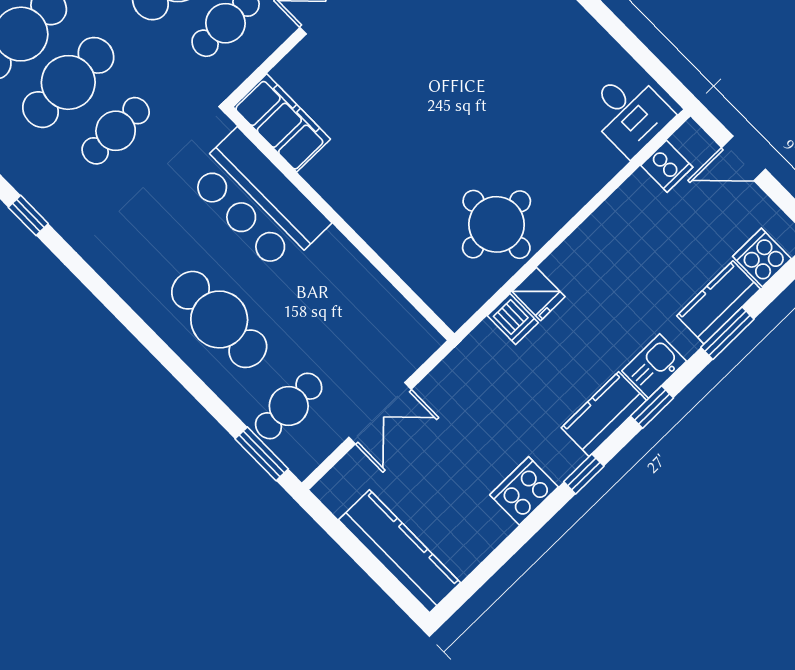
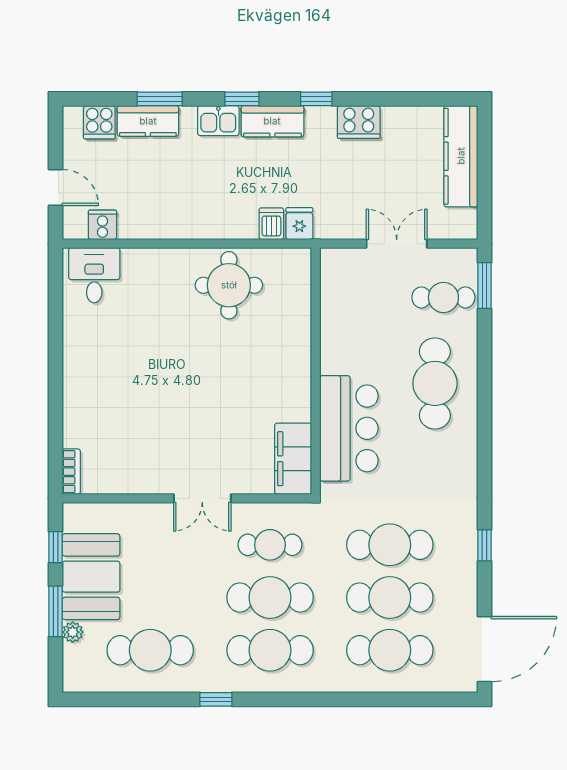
cafe table: (116, 131) -> (390, 545), width x1.37, depth x1.35
fridge: (538, 294) -> (299, 224), moved

